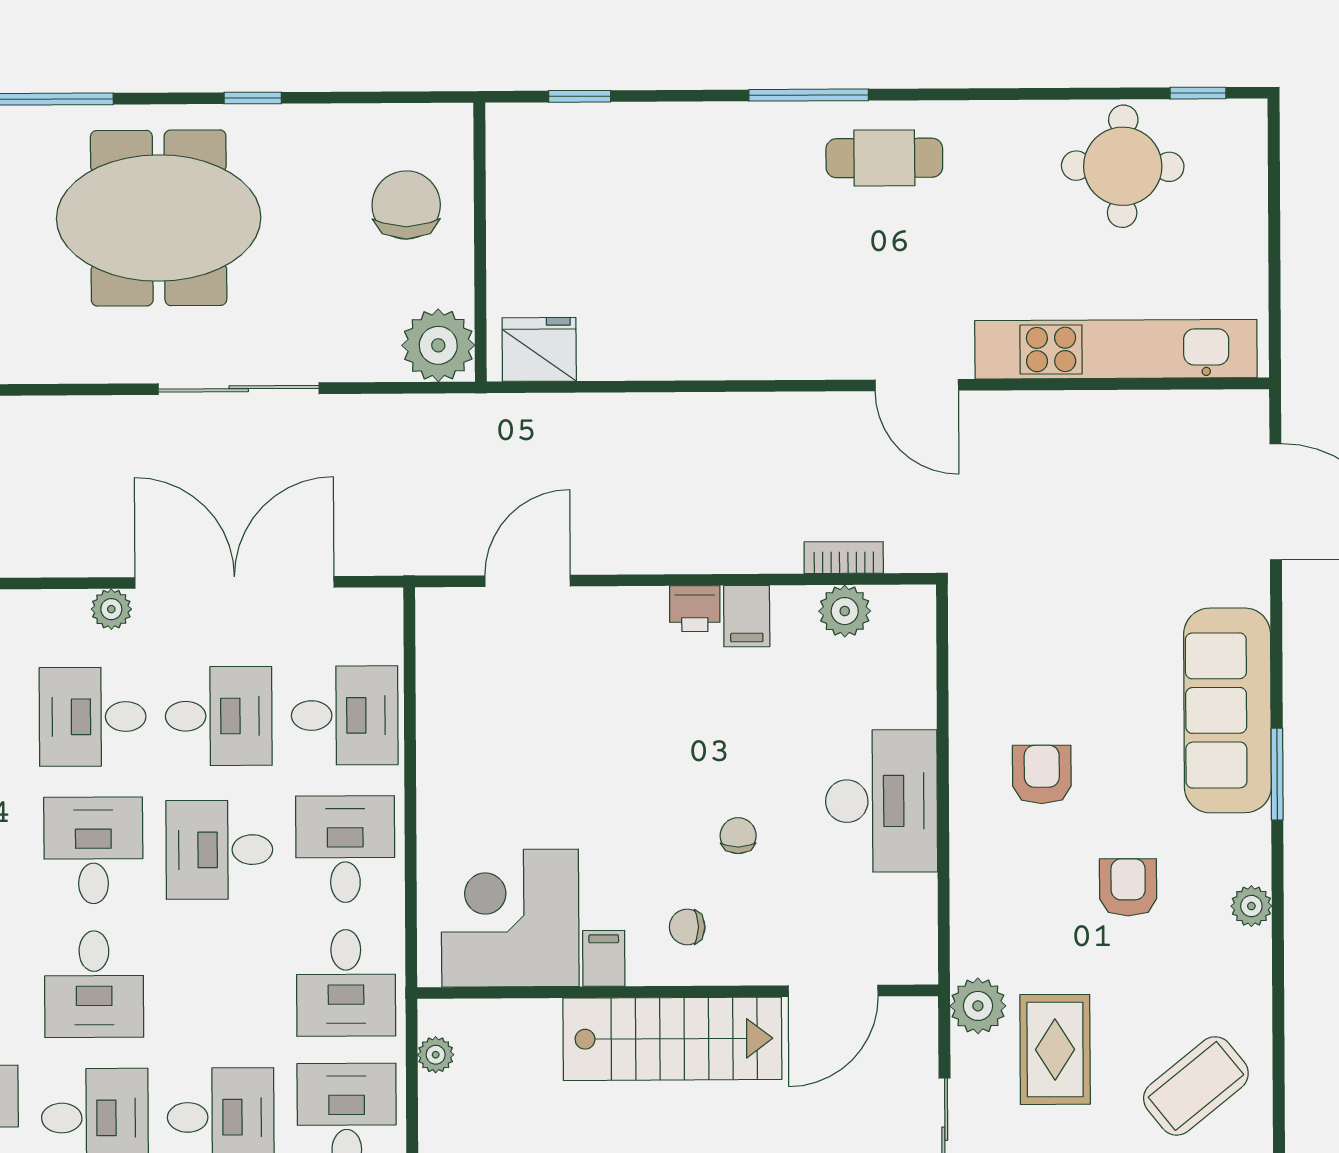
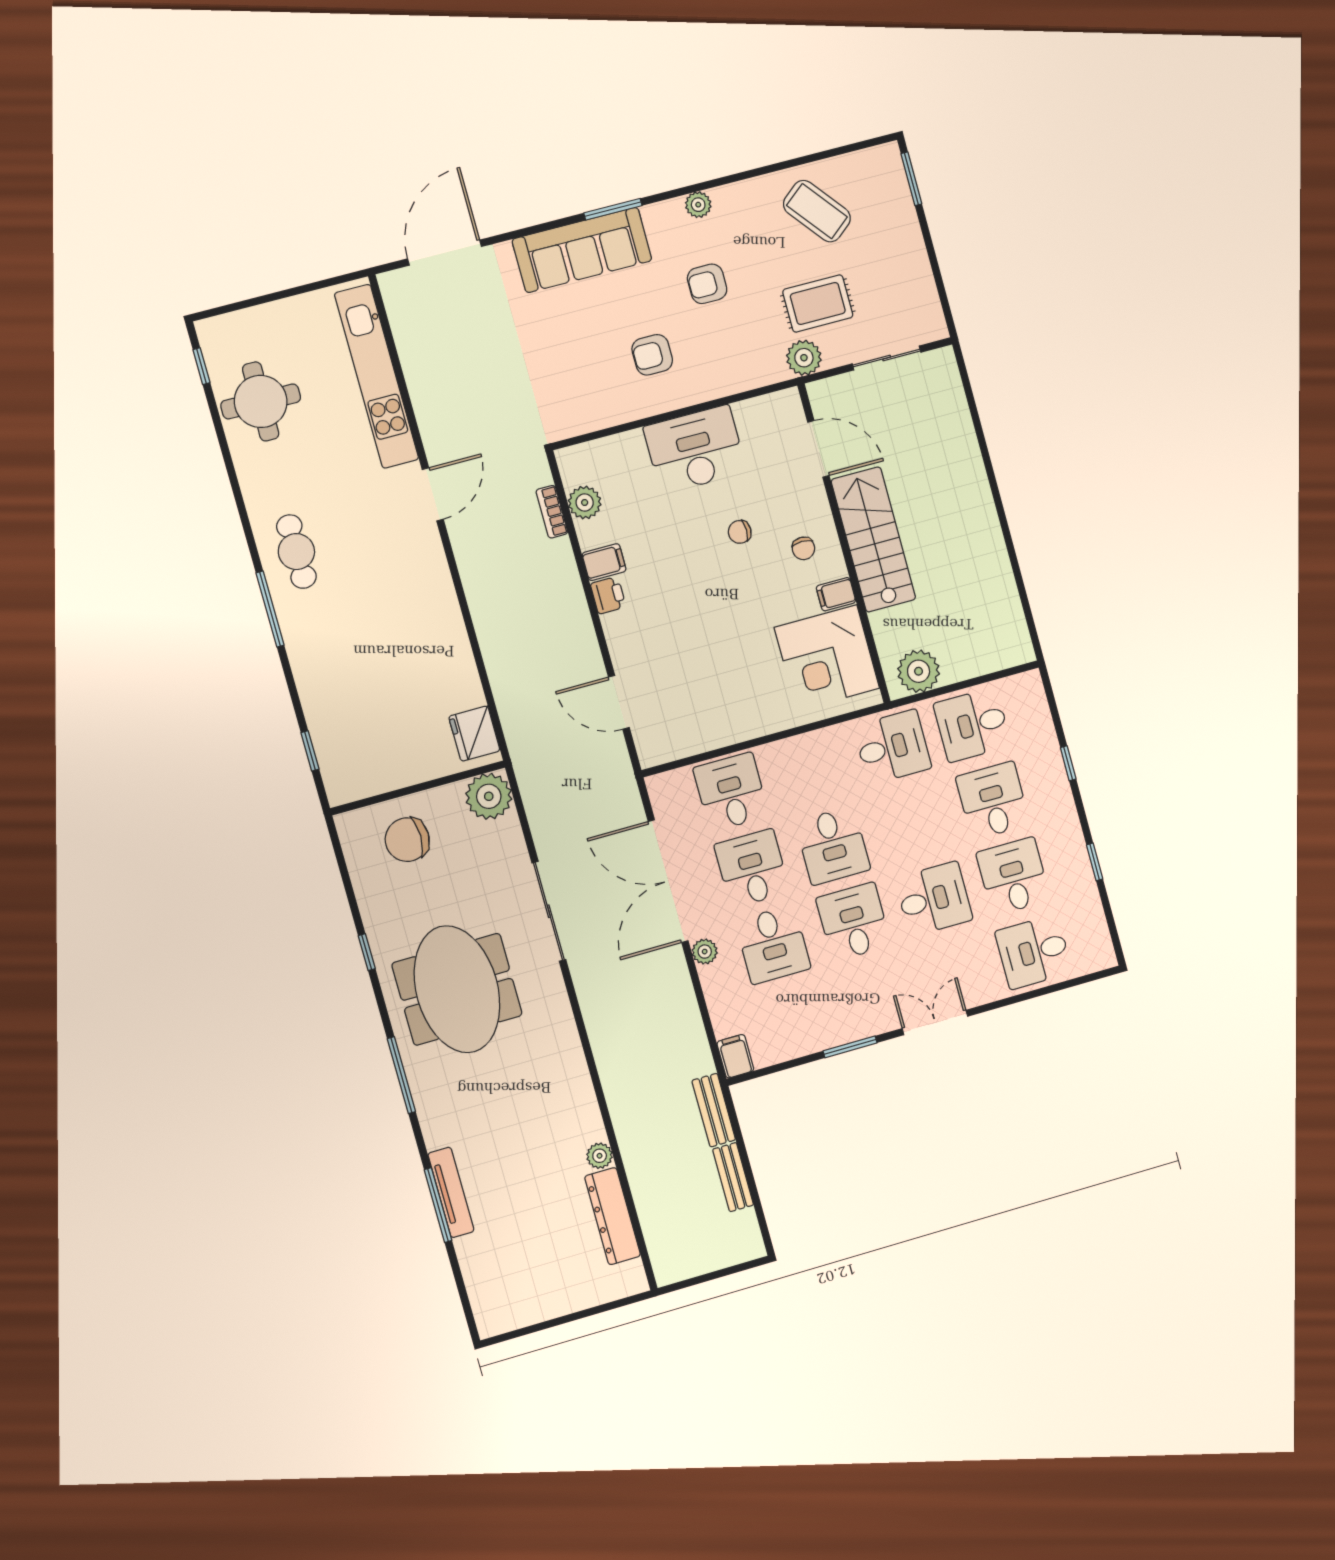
desk: (345, 849) -> (812, 769), removed
desk: (93, 850) -> (854, 922), turned 90
plant: (436, 1055) -> (919, 671), width x1.87, depth x1.87

